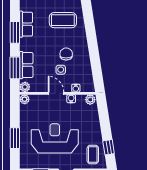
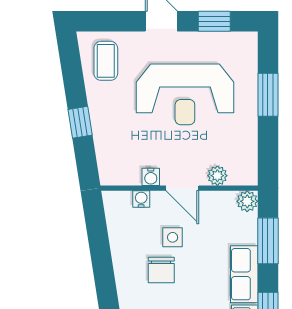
row of seats: (26, 65) -> (244, 274), moved
plant: (25, 99) -> (217, 176), moved
plant: (90, 100) -> (111, 175), removed
window: (109, 147) -> (80, 122), moved

